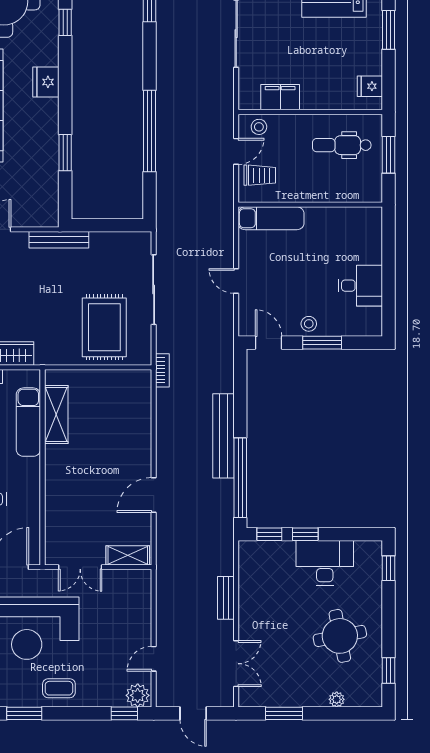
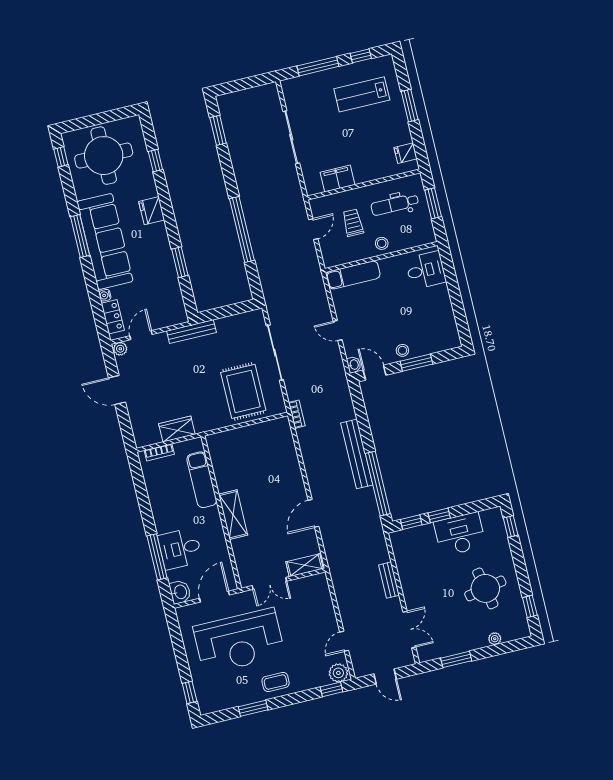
stool: (259, 127) -> (382, 243), moved
trolley: (260, 175) -> (353, 223), moved, turned -90
desk: (360, 286) -> (426, 270), moved
washbasin: (246, 327) -> (354, 365), added
shelving: (56, 414) -> (233, 515), moved

